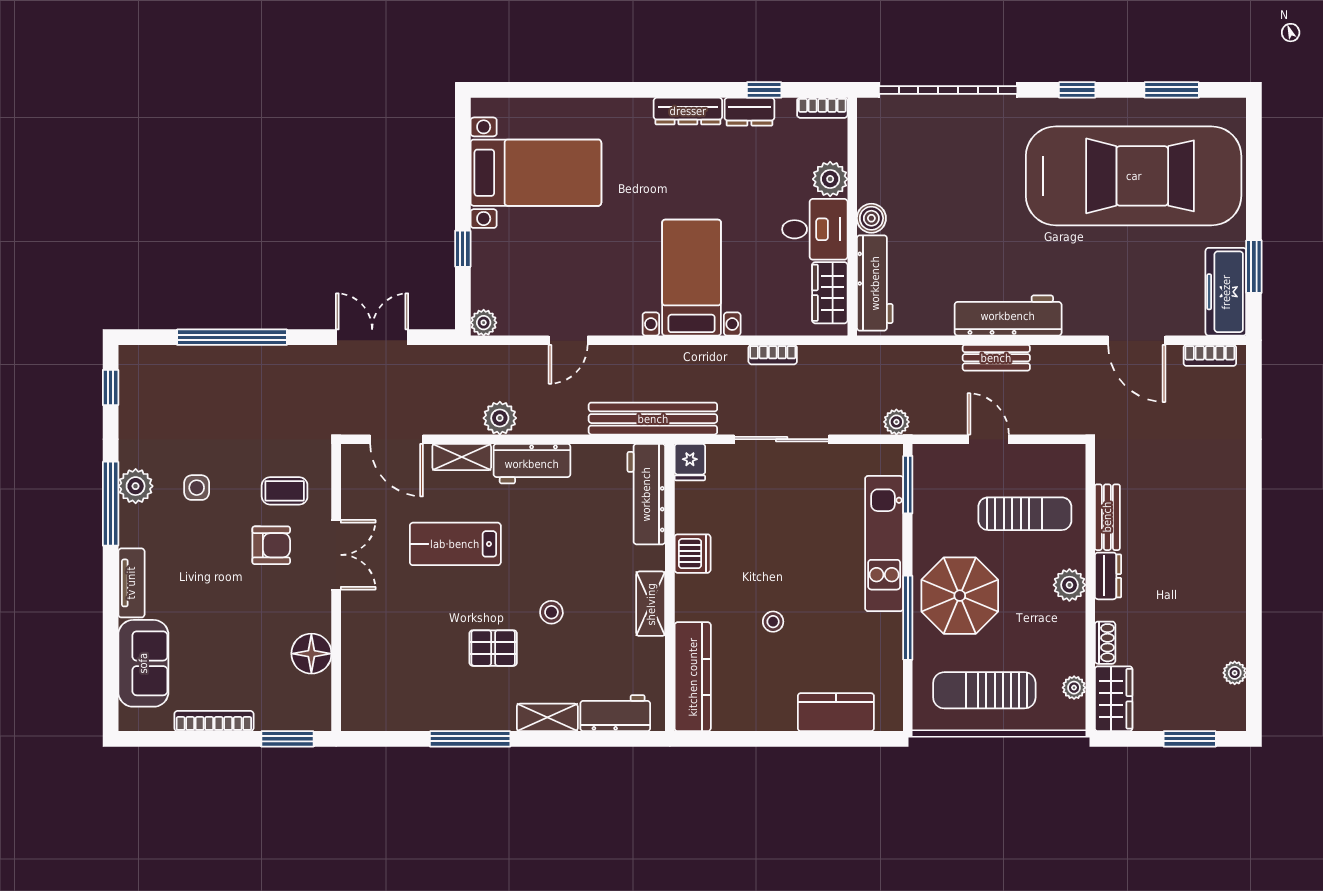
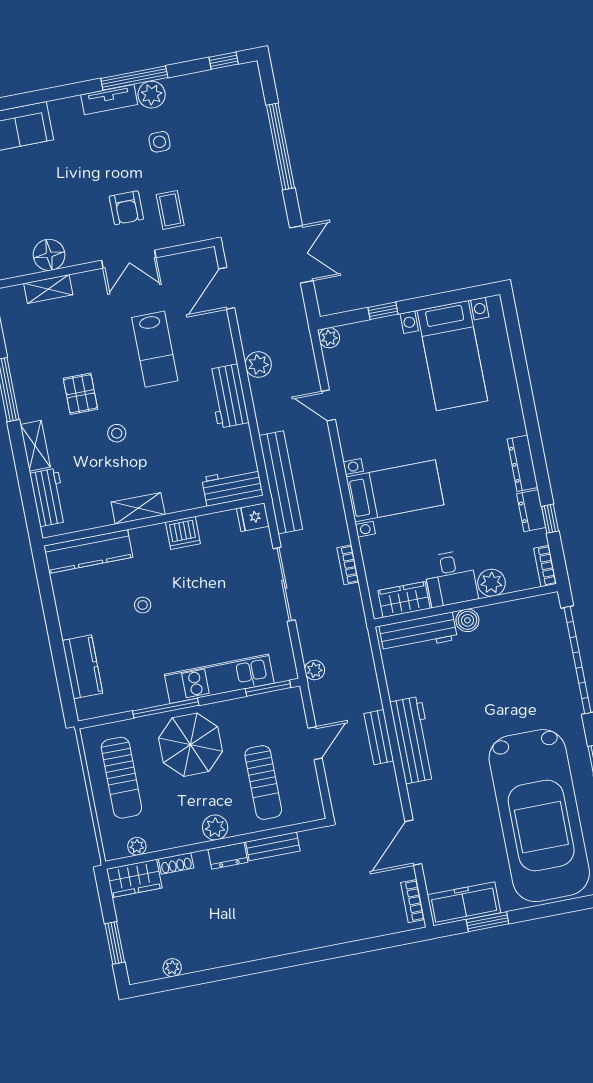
shelving: (462, 457) -> (48, 289), moved, turned 90
workbench: (646, 494) -> (232, 486), width x0.73
lab bench: (455, 544) -> (155, 349), turned 180
tv unit: (131, 583) -> (109, 100), moved
sun lounger: (984, 690) -> (121, 778), turned 180

